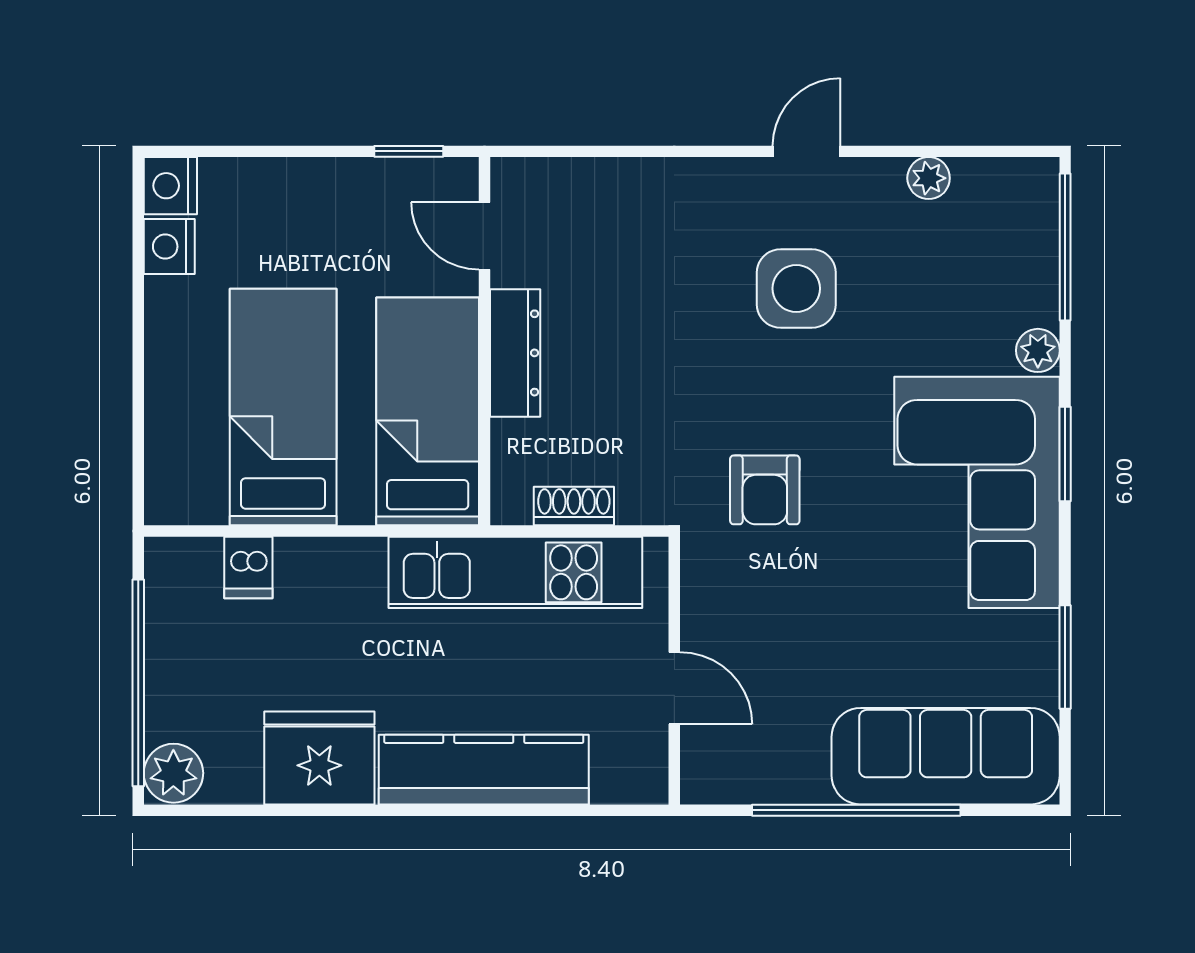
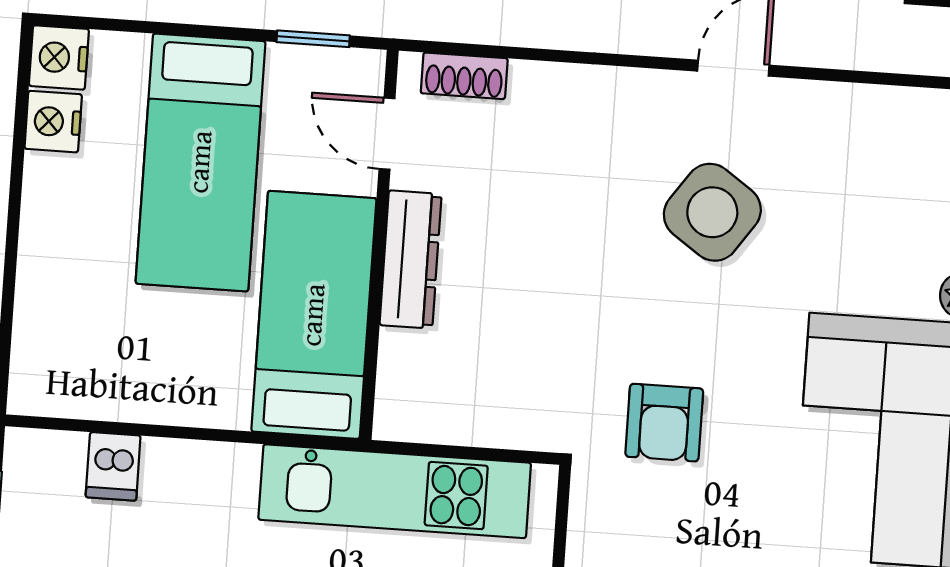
plant: (929, 178) -> (860, 105), removed
side table: (796, 288) -> (712, 212), turned 35
bed: (283, 407) -> (201, 162), moved, turned 180
shoe rack: (574, 506) -> (464, 76), moved, turned 180

